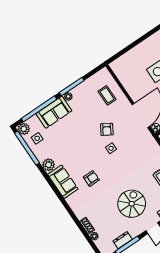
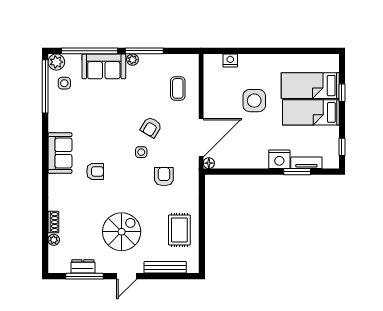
nightstand: (127, 57) -> (230, 60), added
armchair: (135, 154) -> (164, 177), added
plant: (49, 165) -> (57, 122), removed

